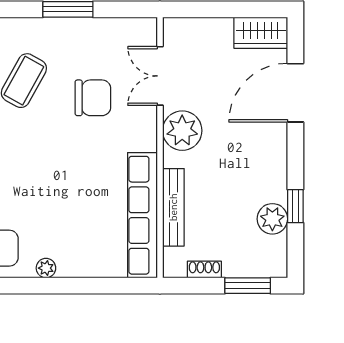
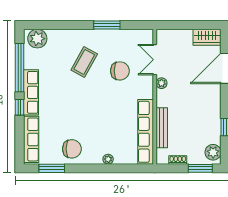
plant: (182, 131) -> (162, 83), width x0.53, depth x0.53
plant: (272, 219) -> (213, 152), moved
plant: (46, 268) -> (108, 159), moved

